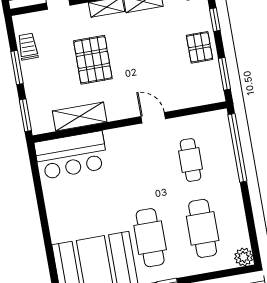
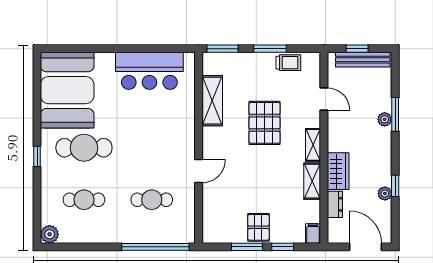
pallet: (199, 47) -> (258, 227), turned 90
pallet: (93, 60) -> (265, 123), turned 90
window: (224, 74) -> (247, 247), moved
bar counter: (71, 155) -> (149, 71), moved, turned -90
cafe table: (203, 228) -> (84, 200), width x0.73, depth x0.74

